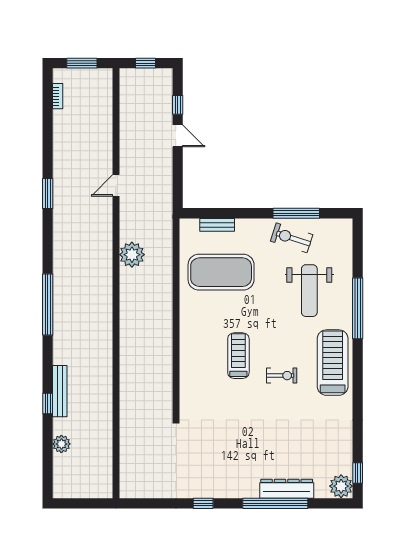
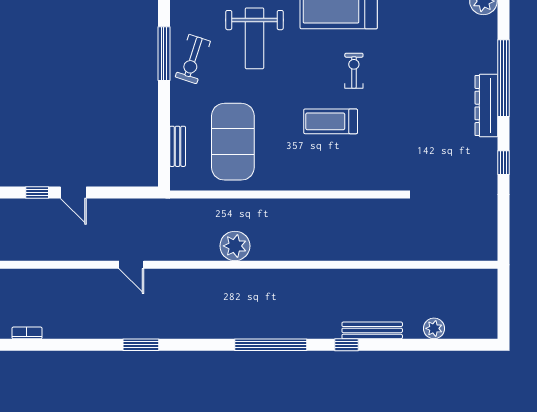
door: (178, 136) -> (73, 192), swing flipped
plant: (132, 255) -> (235, 246), moved
weight bench: (309, 291) -> (255, 38), turned 90
window: (48, 403) -> (346, 345), moved
dresser: (287, 489) -> (486, 106), moved

